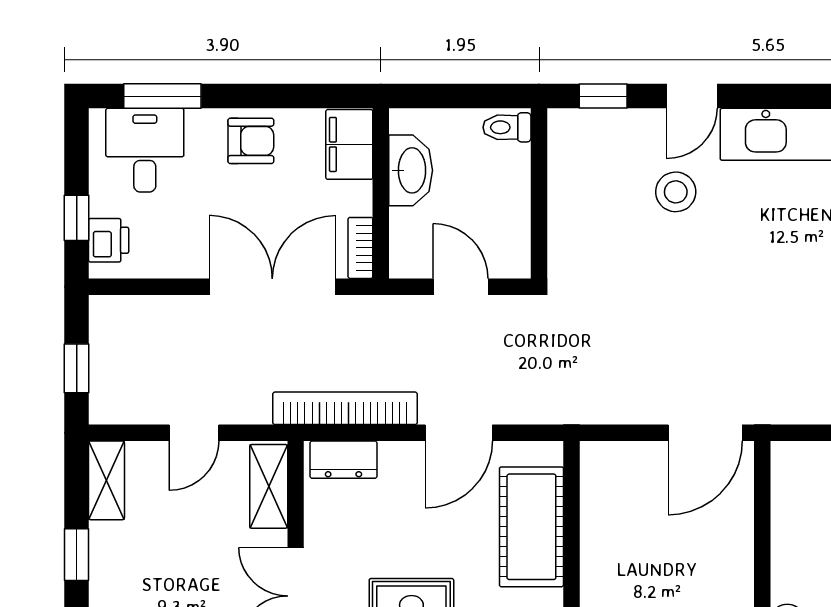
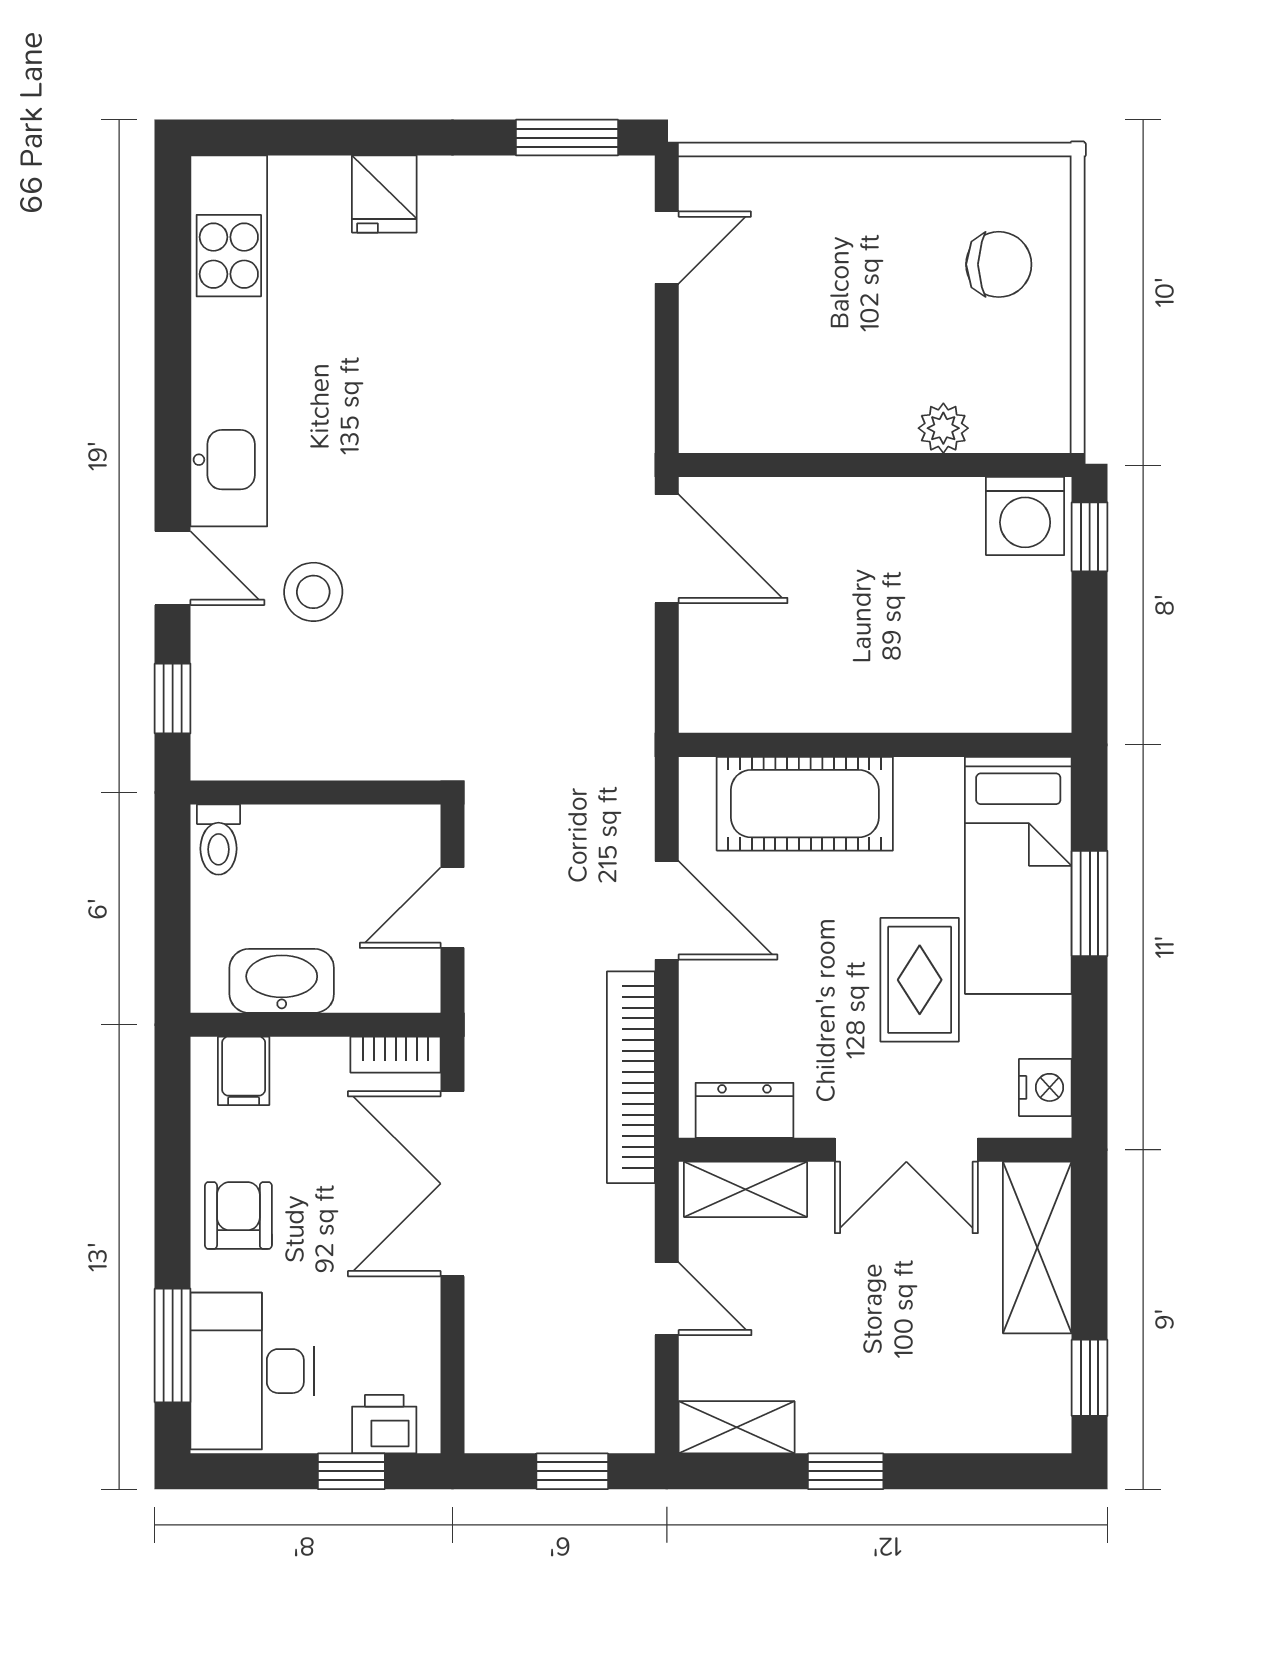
filing cabinet: (349, 144) -> (244, 1071), width x0.50
desk: (145, 150) -> (252, 1371), width x1.37
dresser: (343, 460) -> (744, 1110), moved, turned -90

